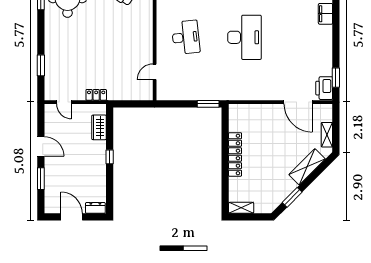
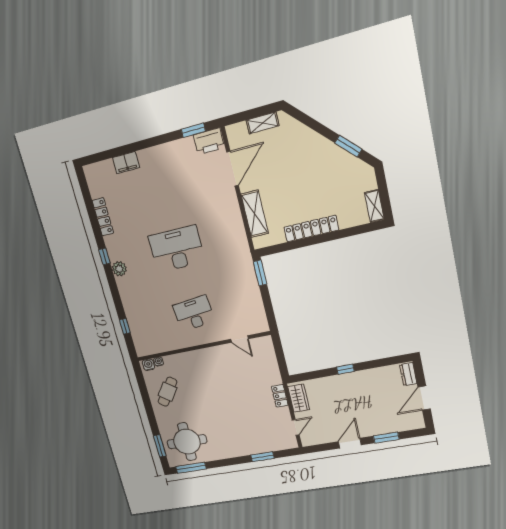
wardrobe: (99, 127) -> (299, 398), moved, turned -90
shelving: (307, 167) -> (255, 214), moved, turned 45

